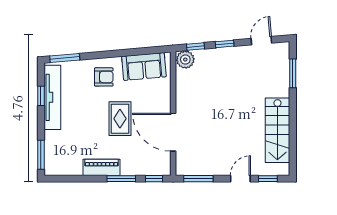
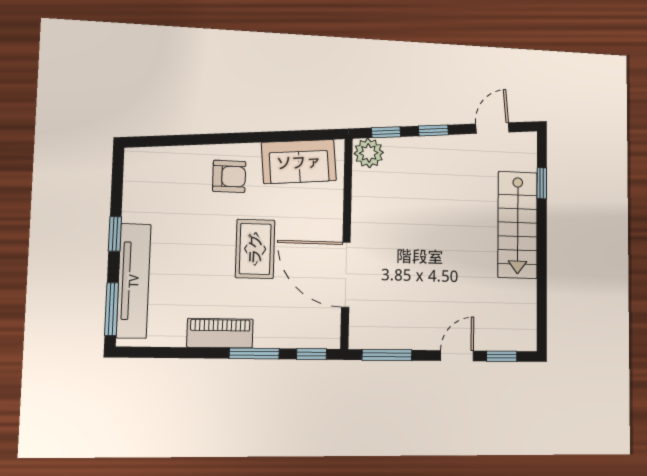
window: (65, 58) -> (162, 141), removed
window: (293, 73) -> (542, 183), width x0.67
window: (41, 96) -> (115, 234), moved
tv unit: (52, 97) -> (134, 281), moved
stairs: (277, 130) -> (518, 225), moved

